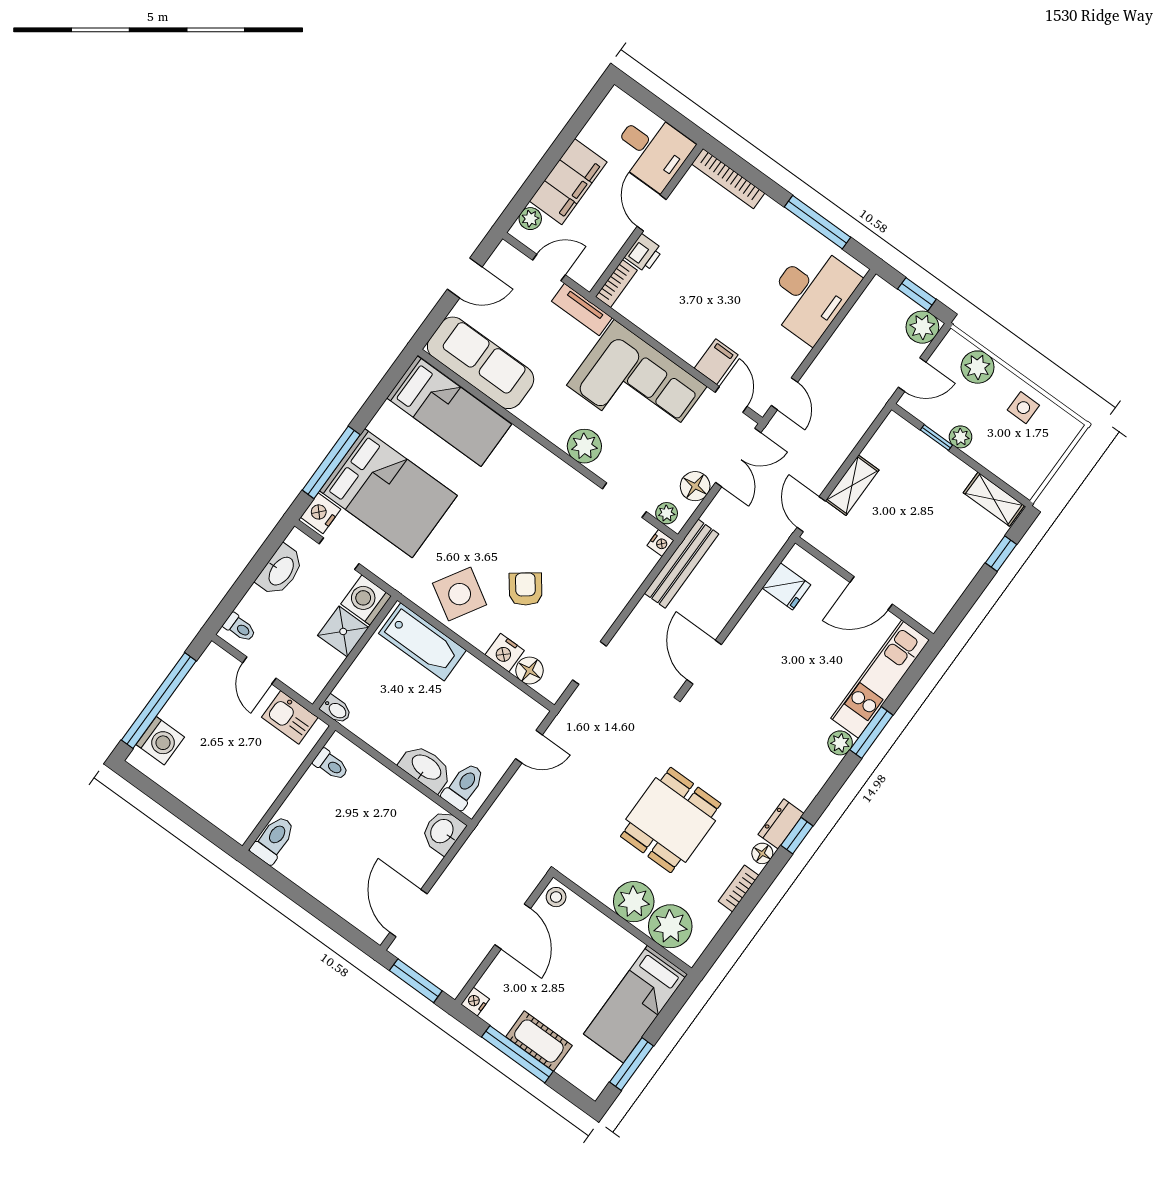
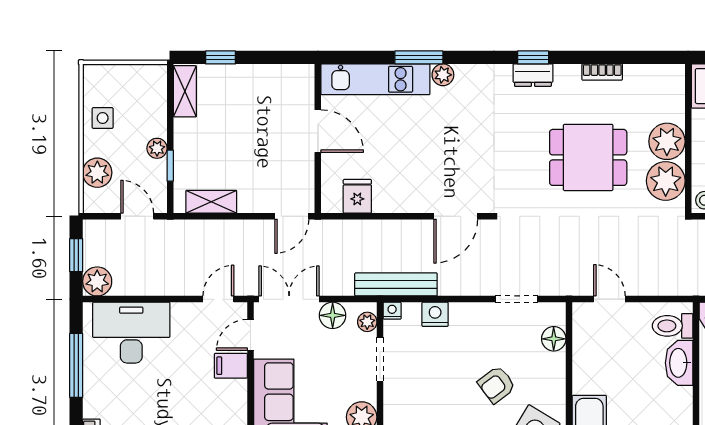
plant: (922, 327) -> (97, 281), moved
shelving: (852, 485) -> (211, 202), moved
nightstand: (505, 653) -> (435, 314), moved, turned -90
floor lamp: (762, 853) -> (564, 73), removed
plant: (670, 926) -> (666, 181), moved

